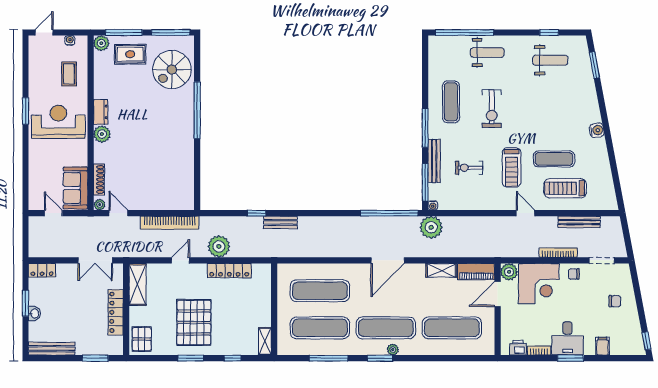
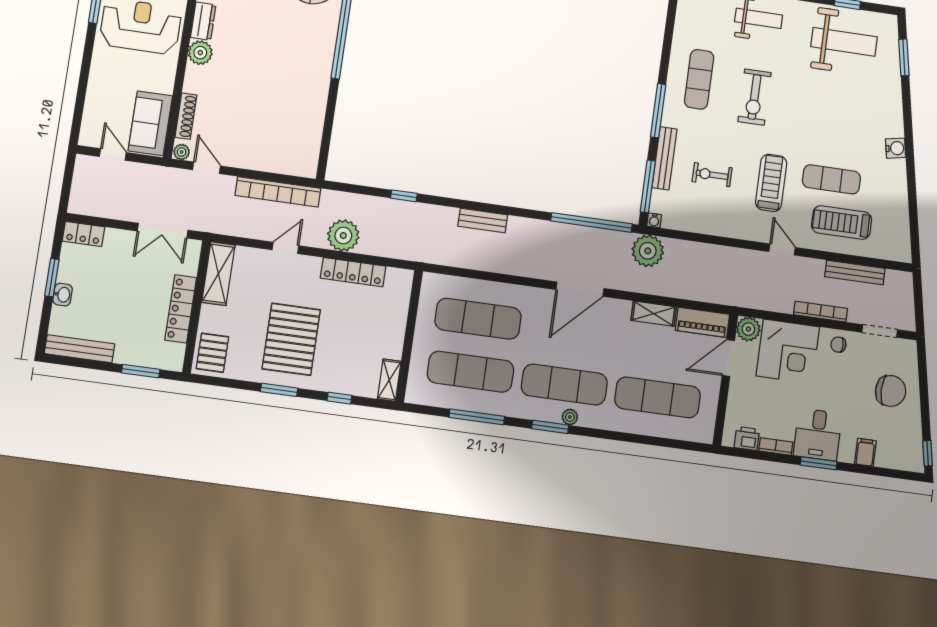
weight bench: (550, 60) -> (844, 42), width x1.36, depth x1.33
treadmill: (512, 167) -> (771, 183), turned 180
bench: (280, 222) -> (483, 220), moved
chair: (615, 301) -> (891, 391), width x1.87, depth x1.87

